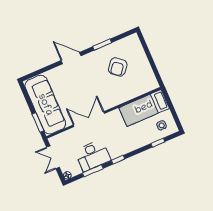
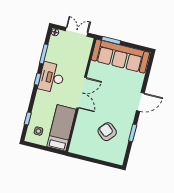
double door: (89, 119) -> (82, 93), moved
desk: (93, 155) -> (52, 78), moved

